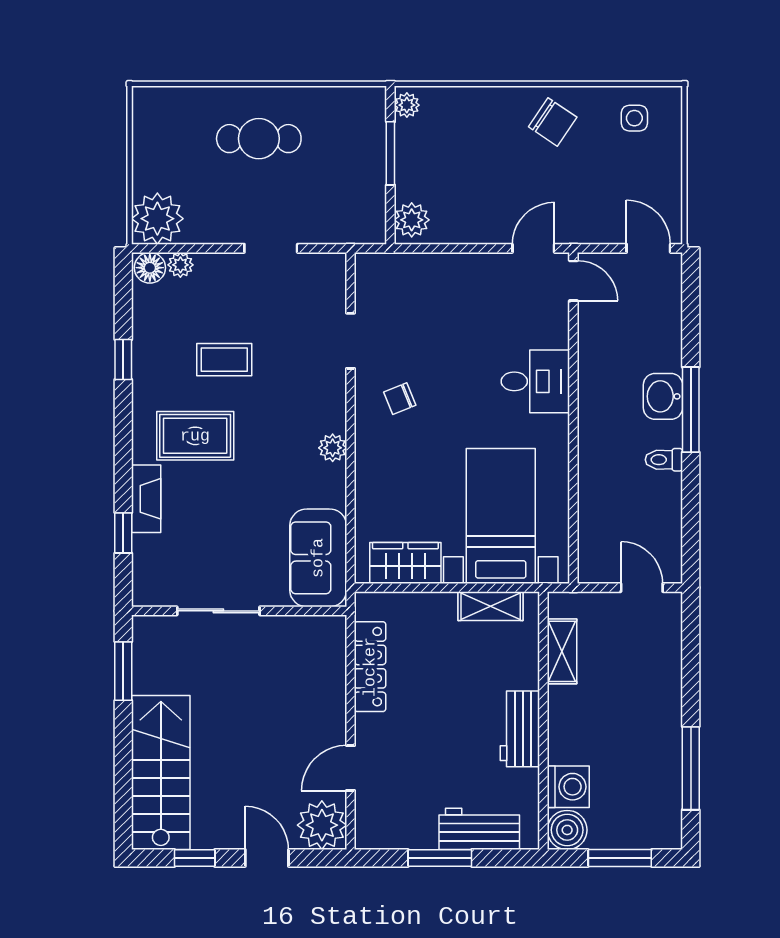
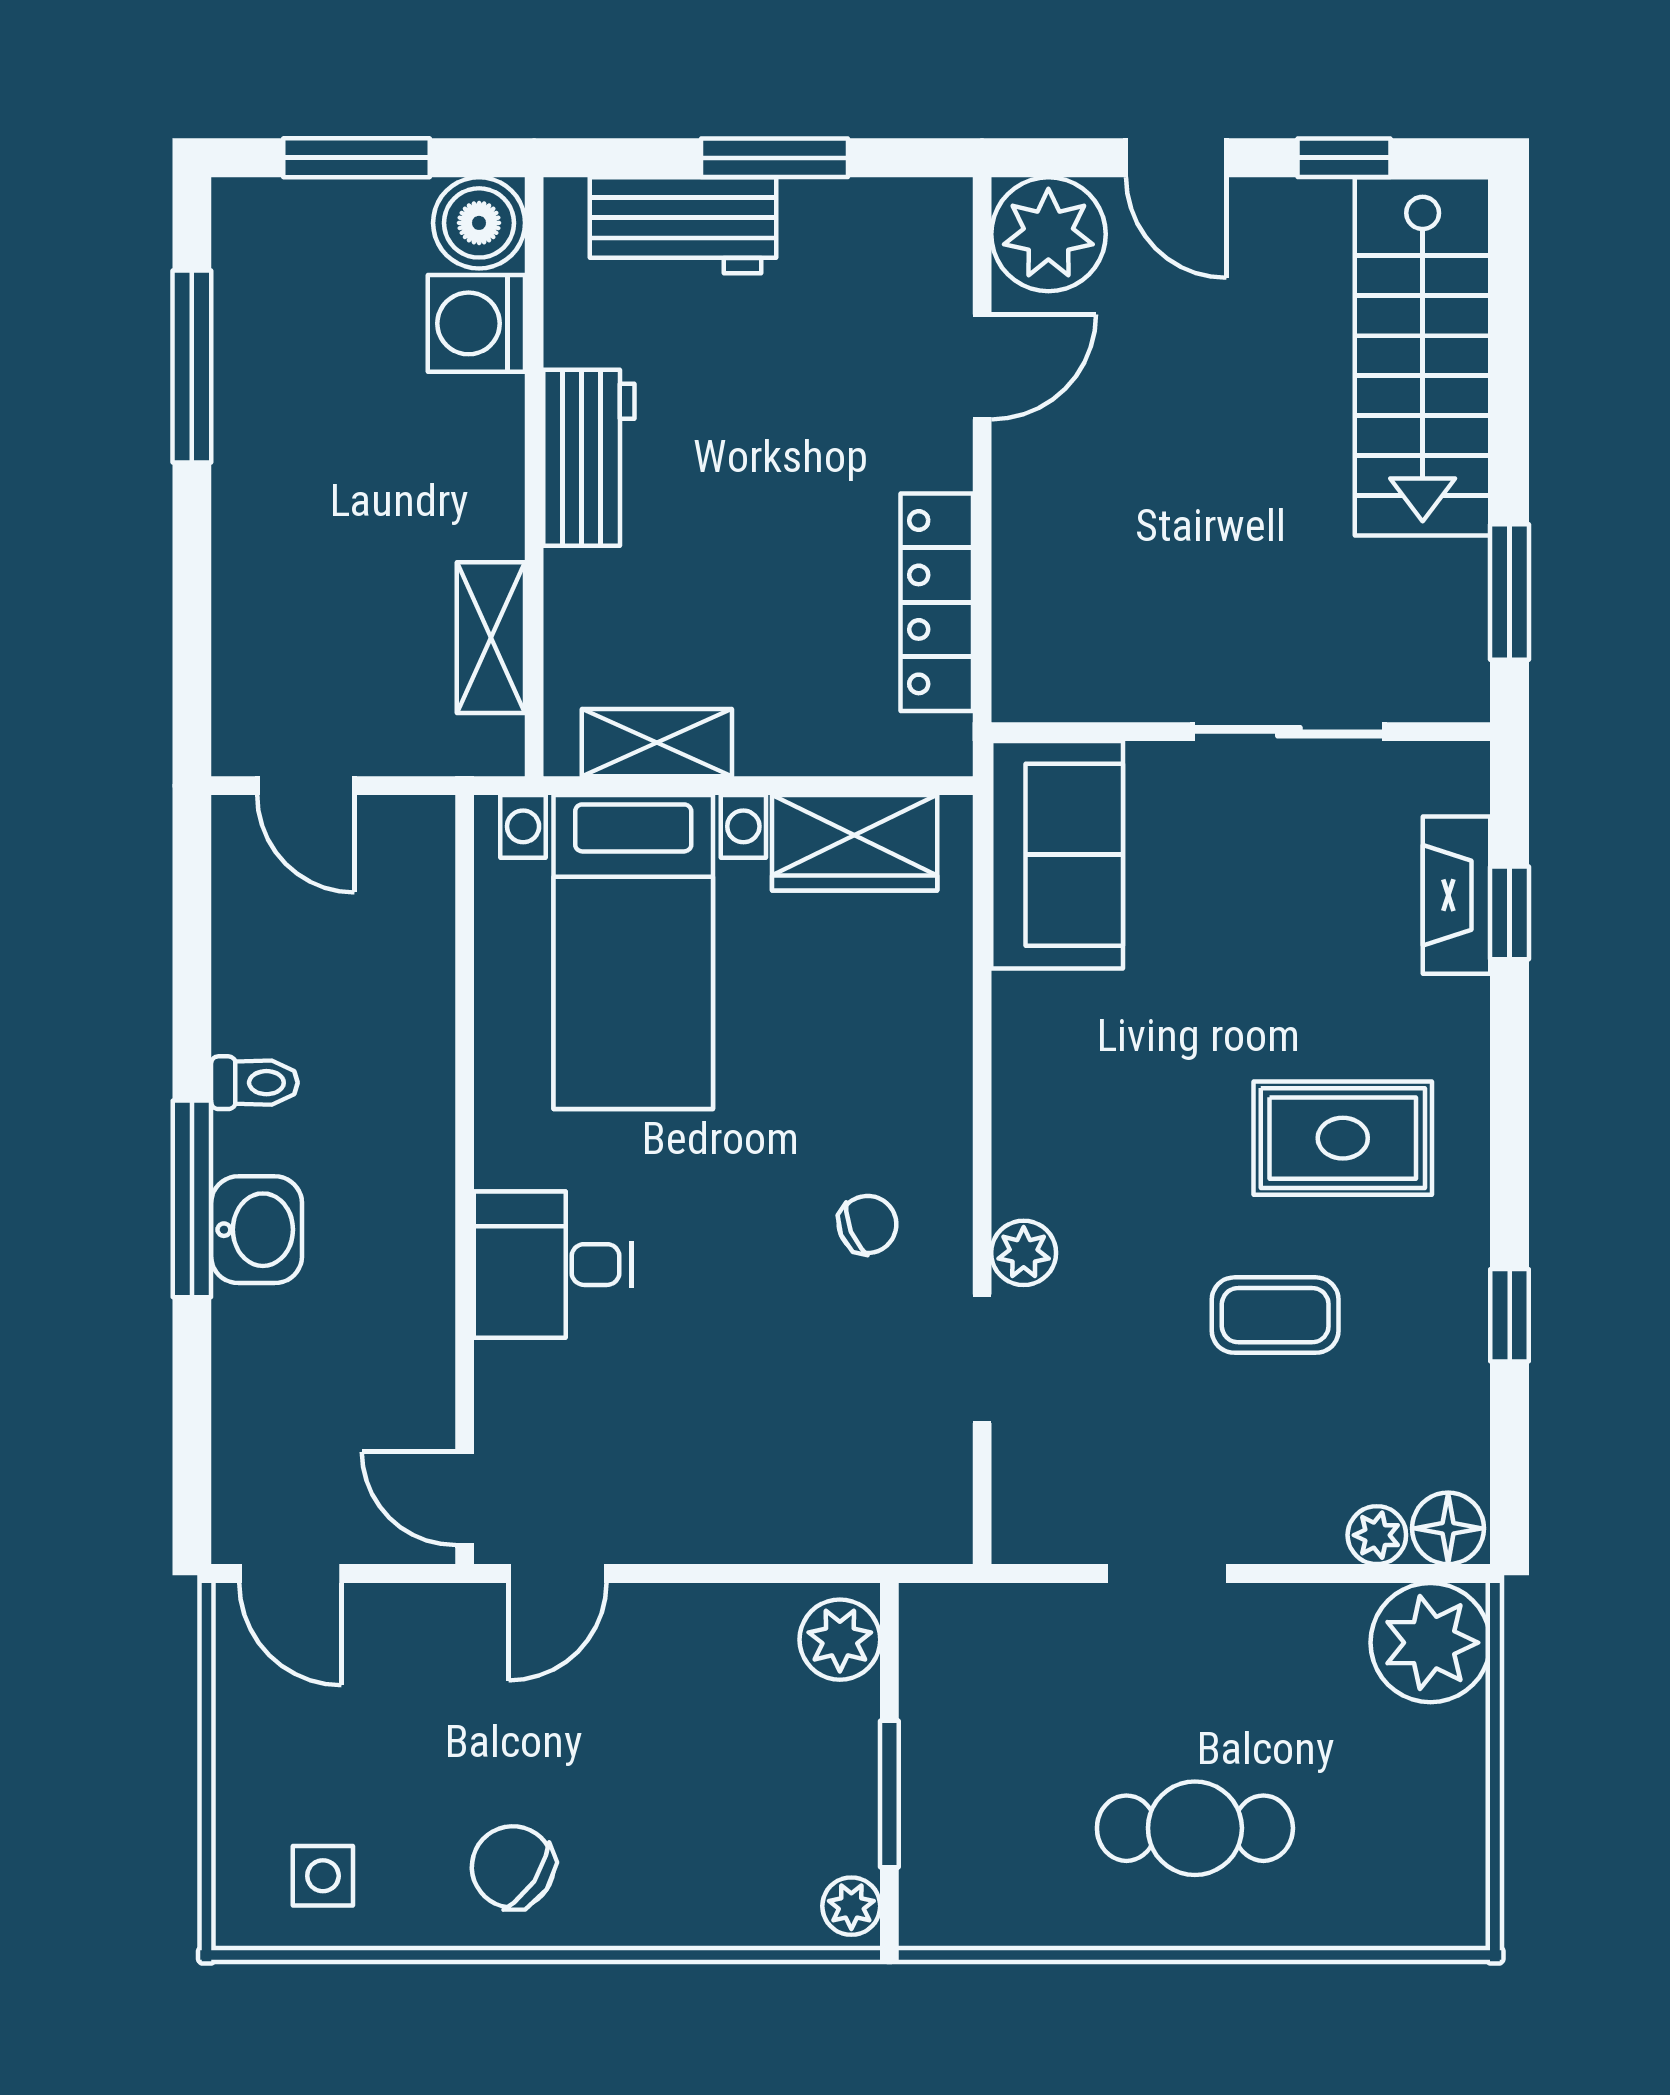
plant: (333, 448) -> (1024, 1253), moved
fireplace: (146, 499) -> (1457, 895), moved

